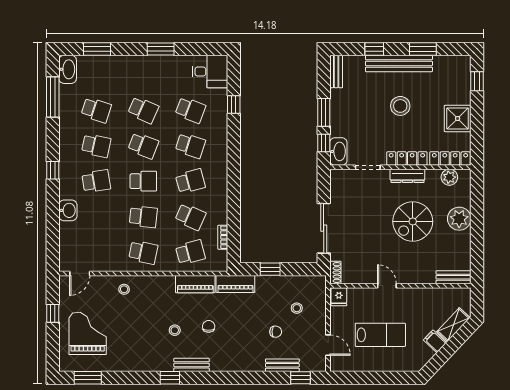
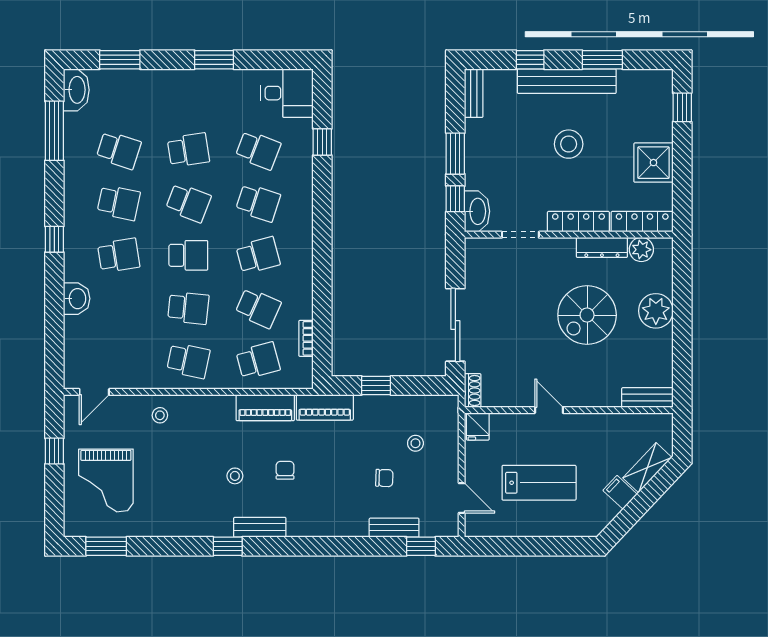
school desk: (143, 110) -> (188, 150), turned -33
dresser: (407, 176) -> (602, 247), moved
grand piano: (88, 333) -> (106, 480), turned 180

